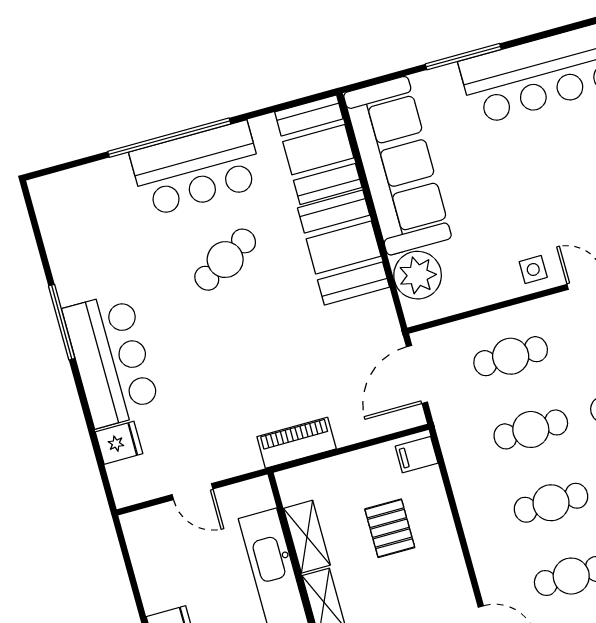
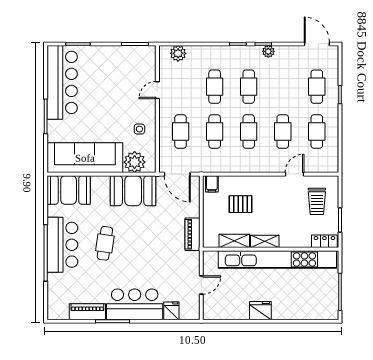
booth: (344, 248) -> (133, 191), moved
cafe table: (225, 260) -> (105, 243), turned 38
piano: (67, 263) -> (87, 312), added
side table: (533, 270) -> (139, 129), moved

